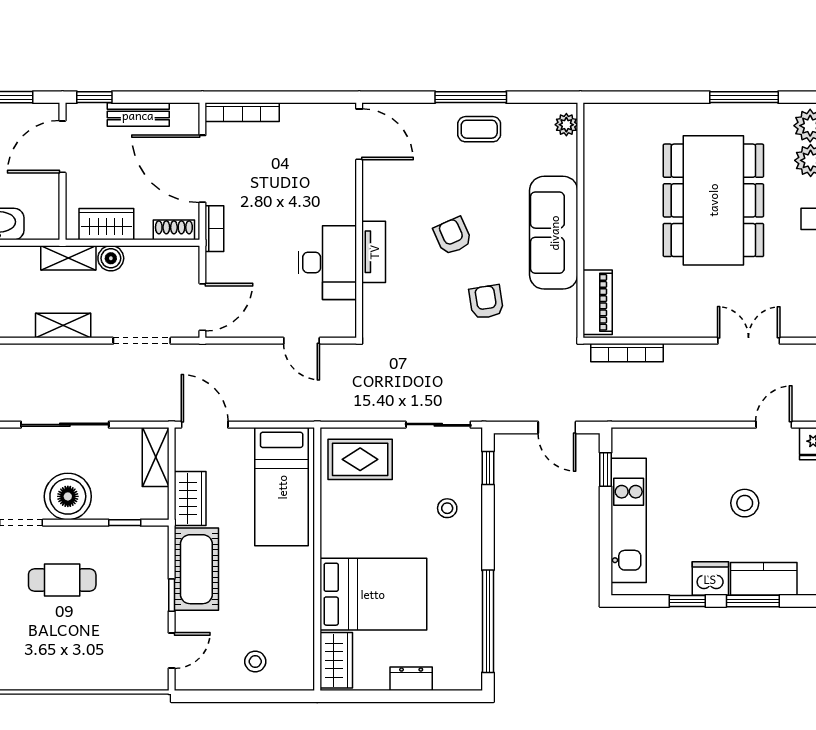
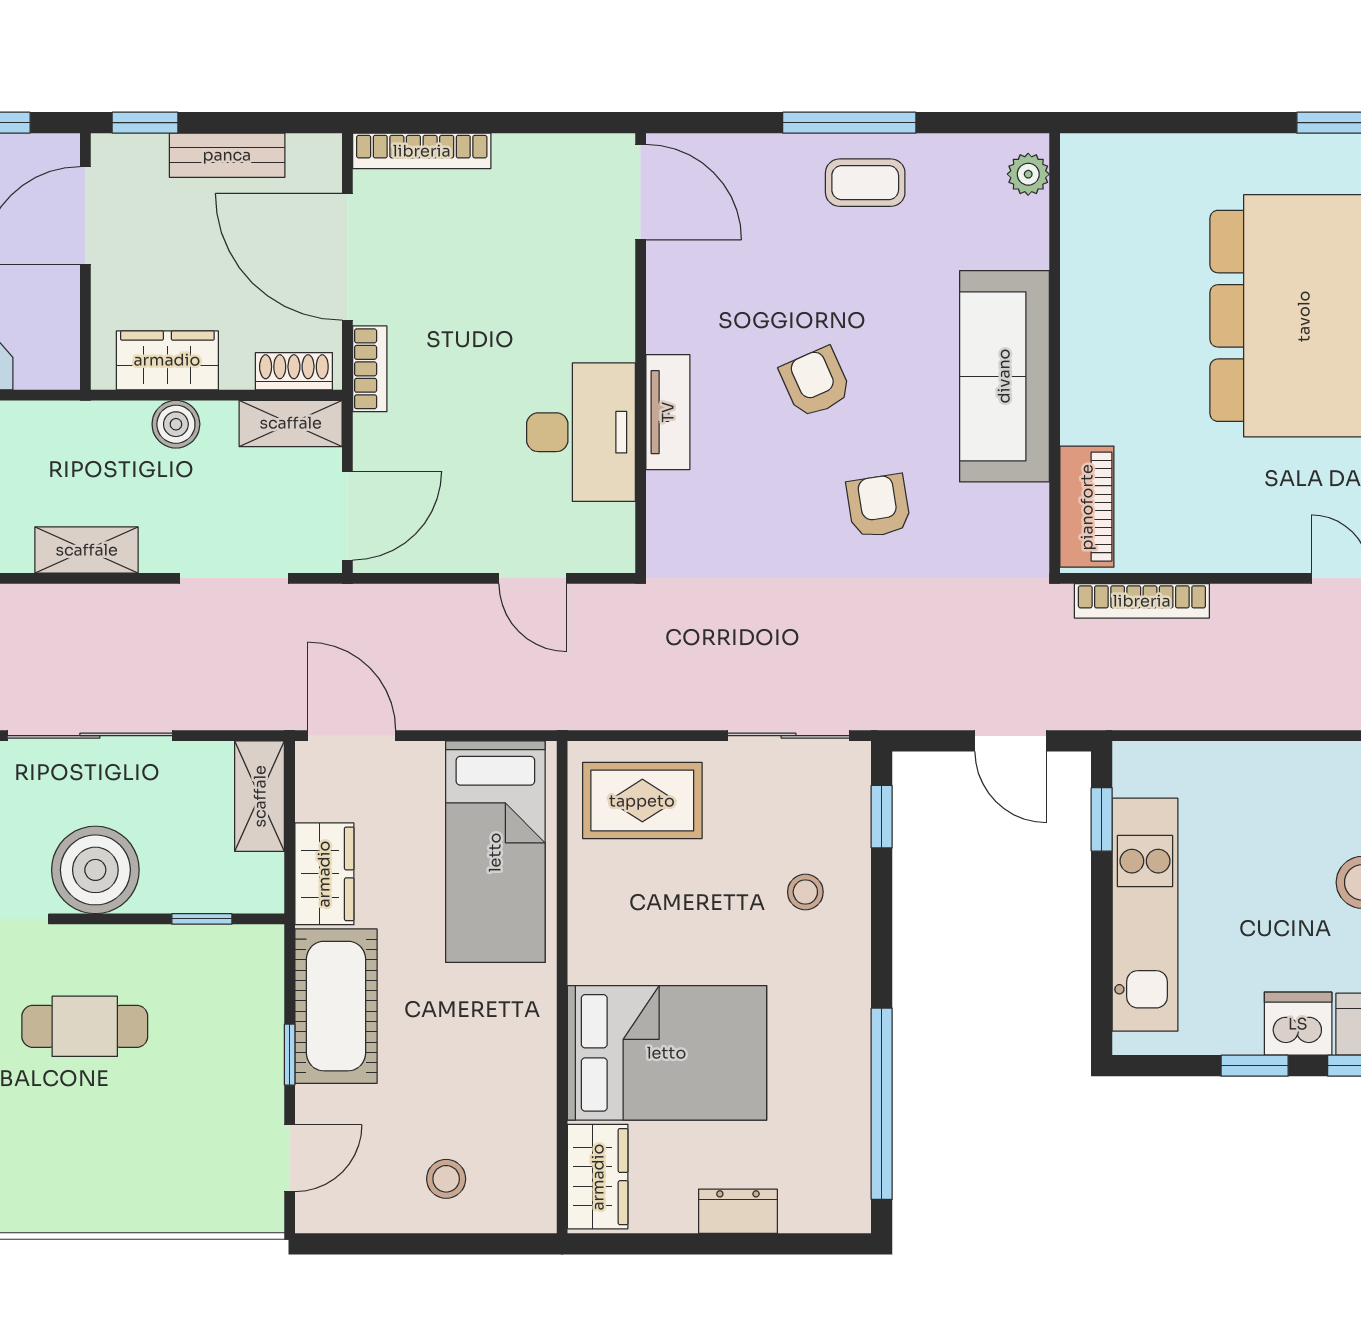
shelving: (68, 258) -> (291, 423), moved

